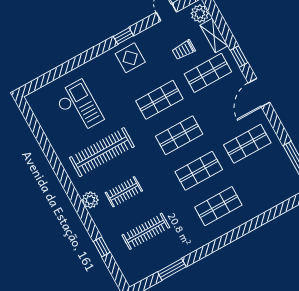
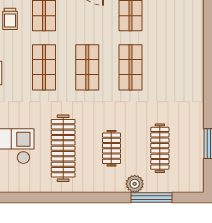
plant: (90, 200) -> (135, 184), moved
shop shelf: (218, 206) -> (174, 67), removed
window: (102, 247) -> (152, 197), width x2.17

